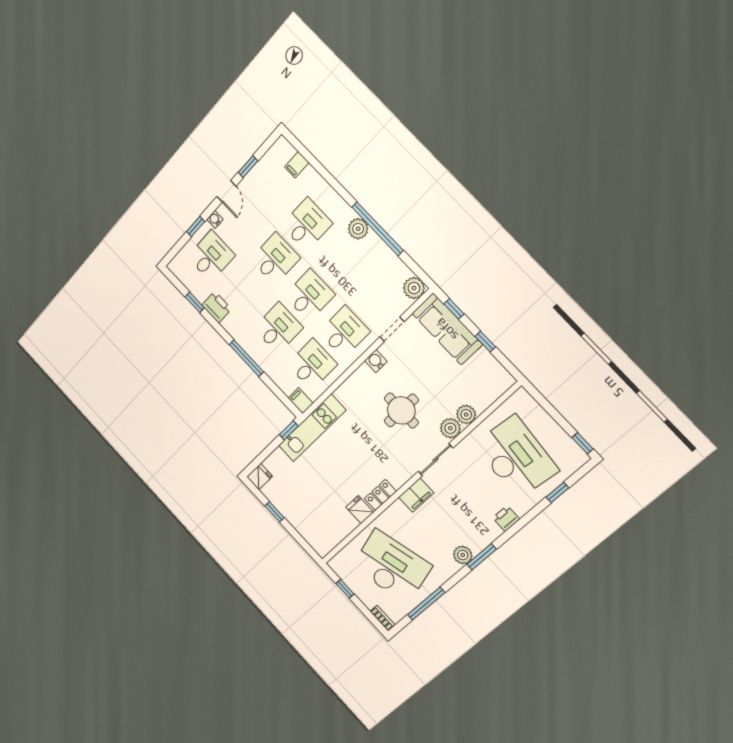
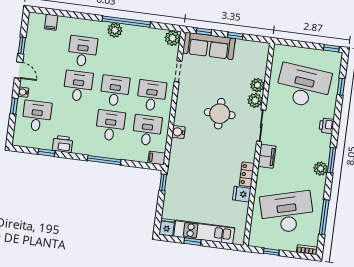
water cooler: (376, 361) -> (178, 132), moved
kitchen unit: (312, 428) -> (204, 232), moved, turned -90

